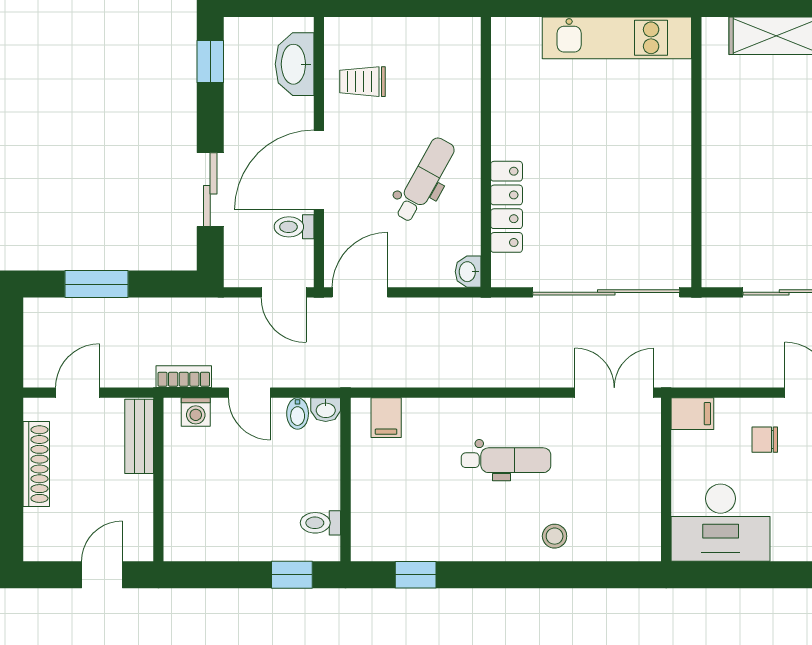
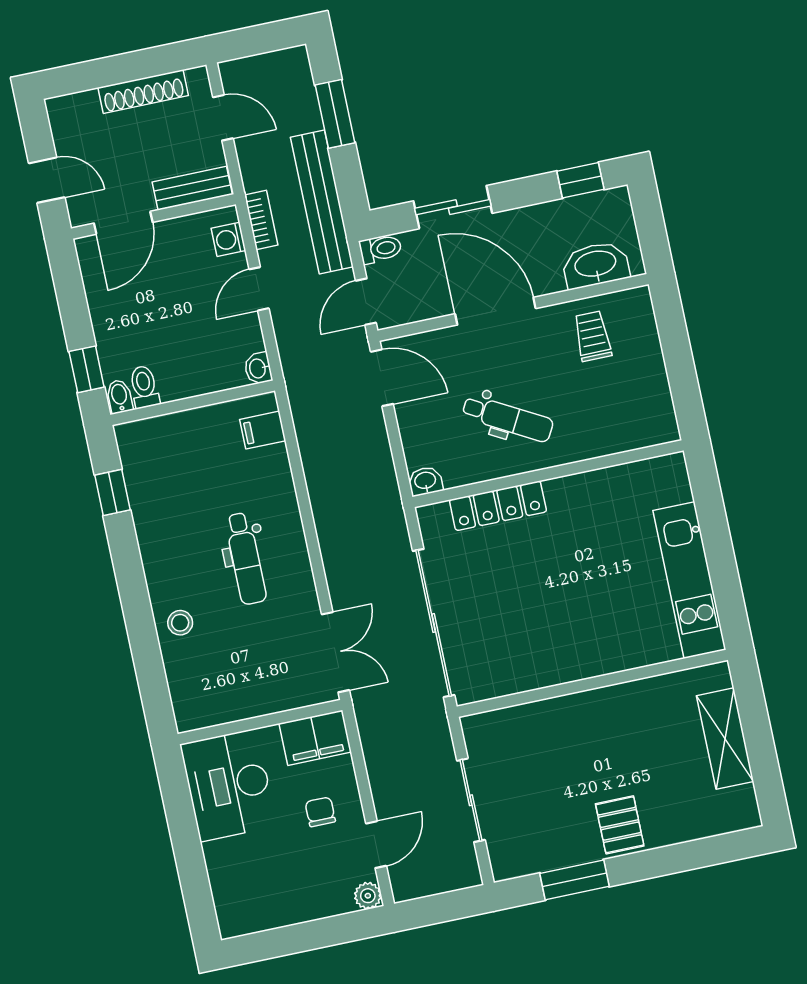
toilet: (294, 227) -> (381, 249), moved, turned 90
bench: (179, 315) -> (322, 202), added
bidet: (298, 413) -> (120, 396), moved, turned 90
filing cabinet: (692, 414) -> (315, 738), width x2.00
door: (158, 510) -> (123, 223), added

